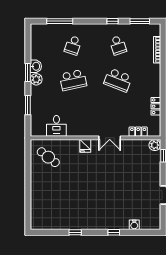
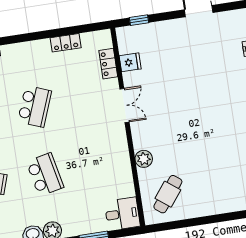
desk: (56, 126) -> (122, 214), moved
plant: (155, 145) -> (144, 159), moved
fridge: (85, 146) -> (130, 62), moved

